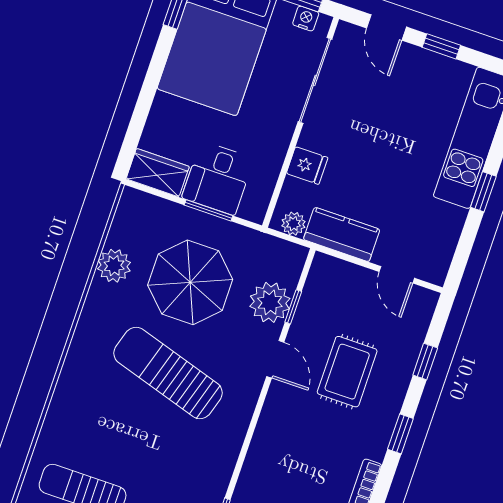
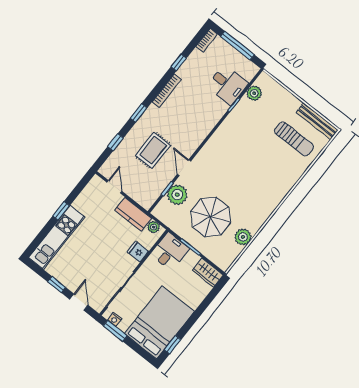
desk: (218, 178) -> (170, 252), moved
sun lounger: (168, 373) -> (236, 179), removed

